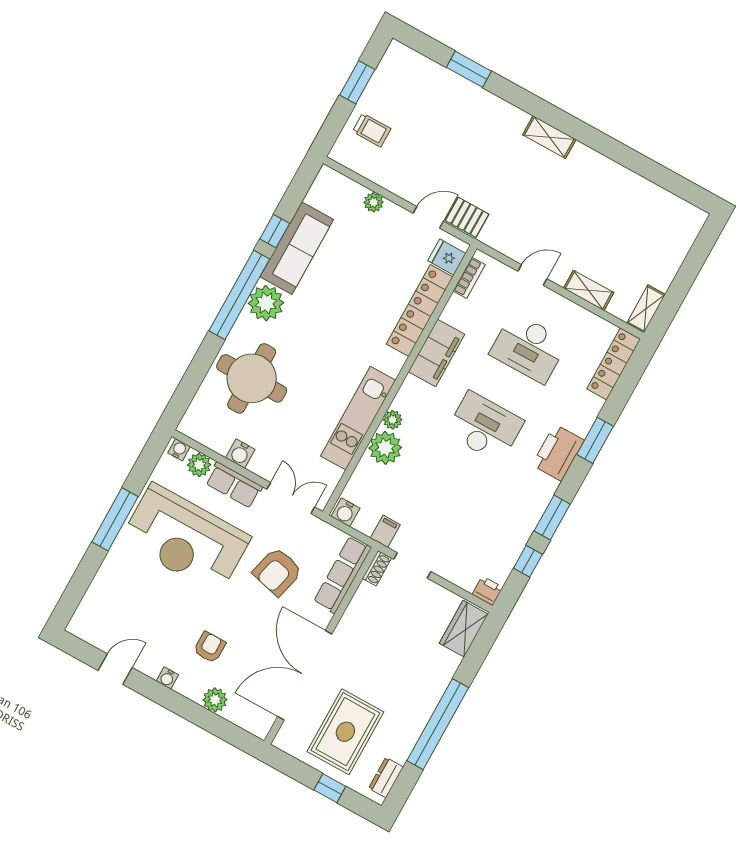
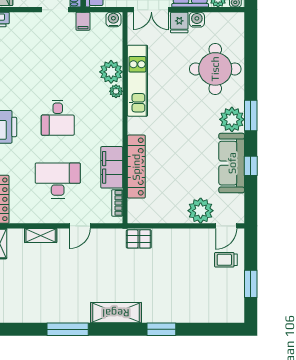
window: (469, 69) -> (161, 329), moved
shelving: (549, 137) -> (116, 313), width x1.50, depth x1.33
window: (620, 153) -> (68, 329), added
plant: (374, 202) -> (201, 211), width x1.87, depth x1.87
door: (428, 217) -> (226, 226), moved
fridge: (447, 257) -> (179, 22), moved, turned 90
window: (239, 295) -> (251, 115), width x0.47
filing cabinet: (437, 353) -> (112, 167), moved
desk: (485, 427) -> (58, 118), width x0.73

